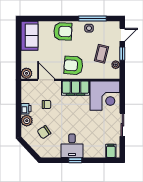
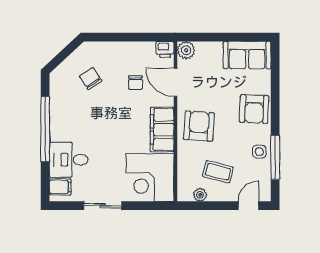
door: (122, 35) -> (249, 206), swing flipped
window: (122, 54) -> (218, 206), removed
door: (46, 80) -> (175, 82), swing flipped
printer: (26, 109) -> (165, 49), moved
plant: (27, 121) -> (109, 51), removed
desk: (72, 146) -> (69, 160), moved
window: (75, 160) -> (45, 129), width x3.17

